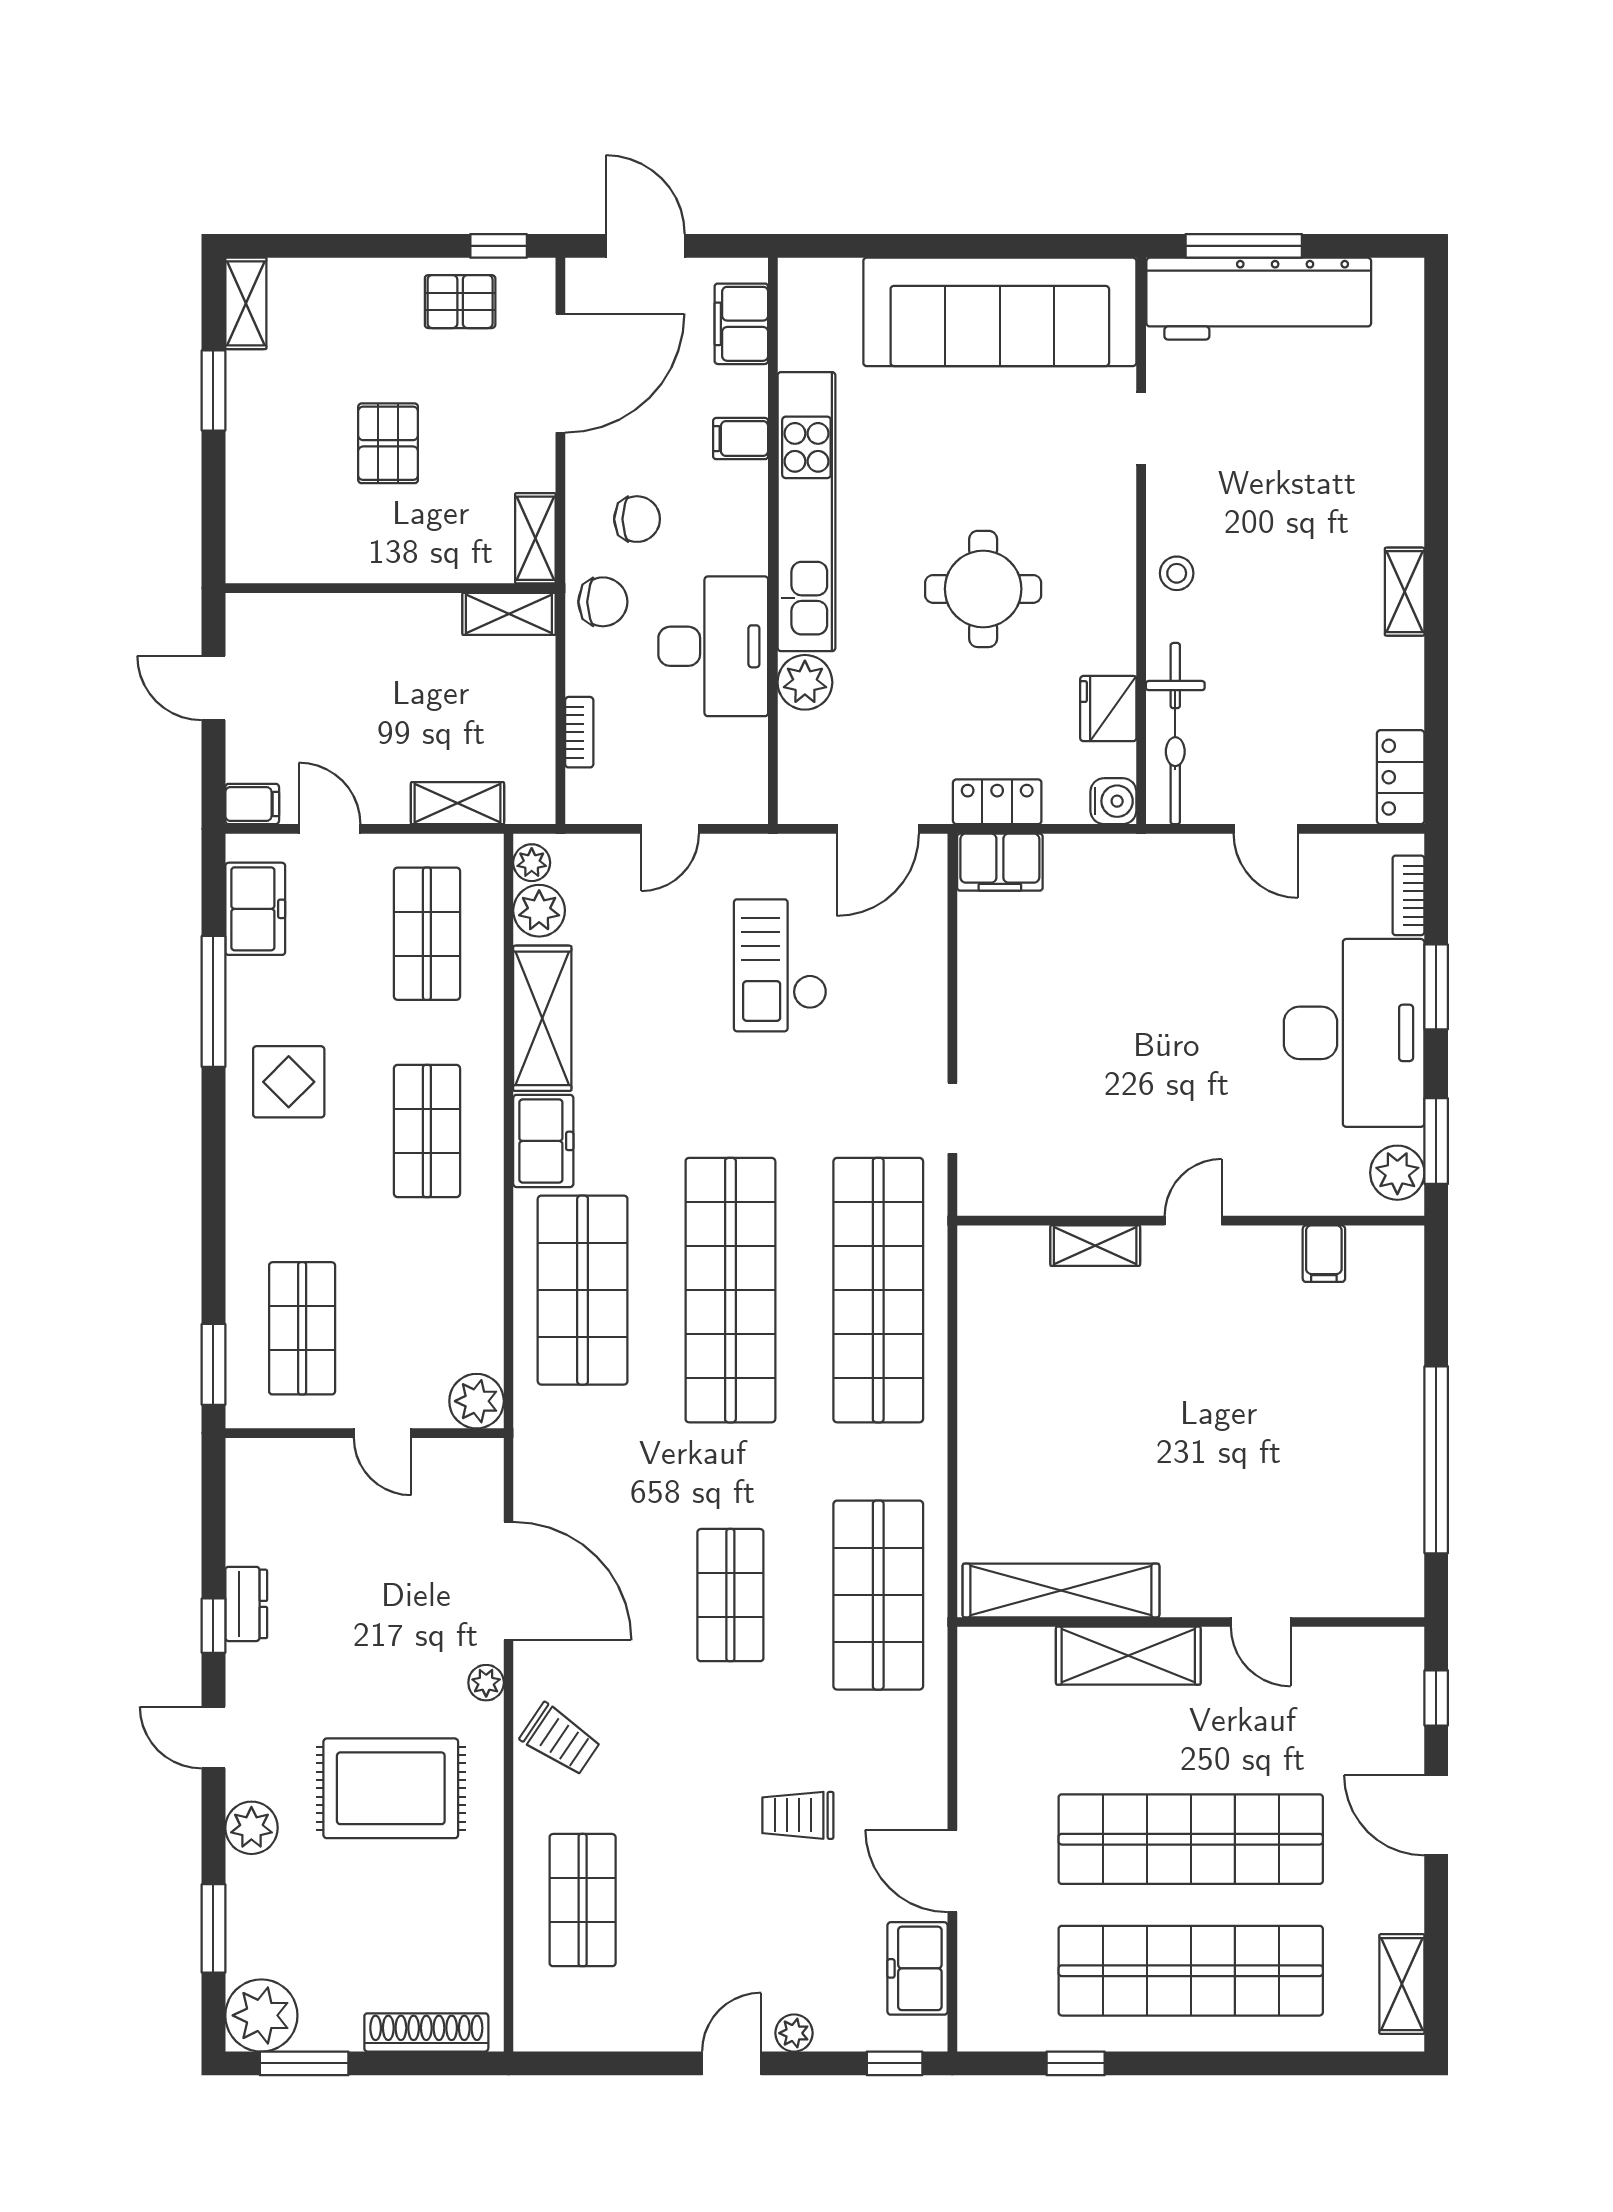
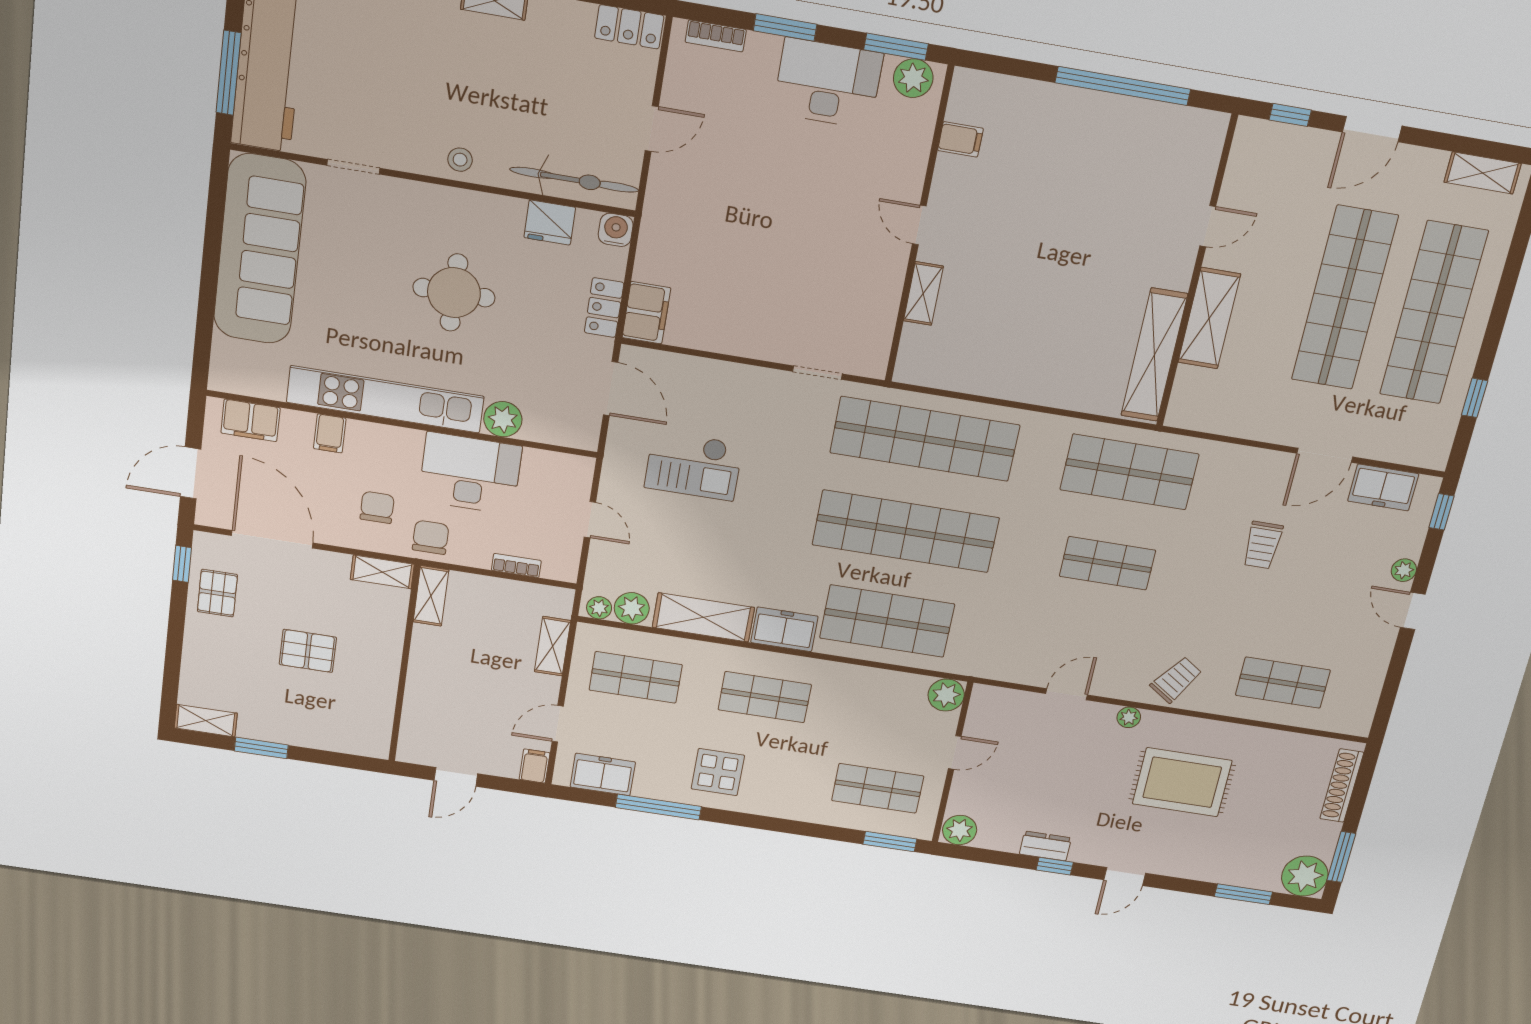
desk: (1354, 1033) -> (828, 83), width x0.73, depth x0.77
door: (509, 1581) -> (1067, 694), width x0.53
rug: (391, 1788) -> (1182, 782), turned 90
plant: (251, 1828) -> (960, 830), moved

